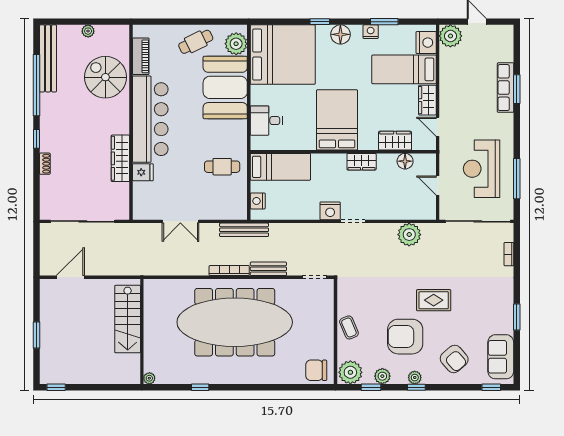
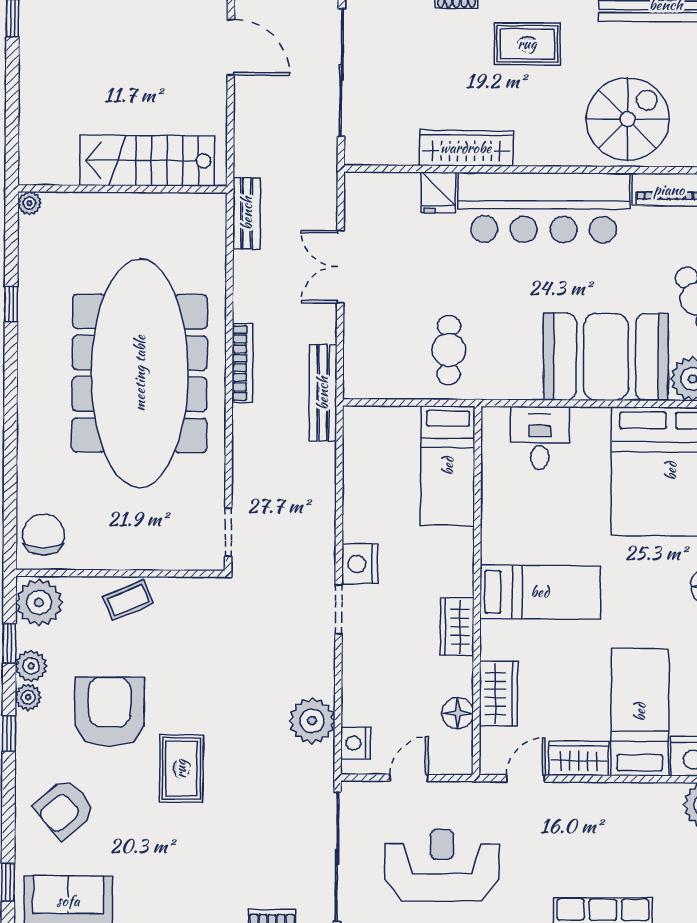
bed: (337, 120) -> (540, 592), width x0.67
rug: (68, 128) -> (527, 44), added
nightstand: (258, 201) -> (356, 743), moved, turned -90
bench: (268, 269) -> (247, 213), moved
plant: (415, 378) -> (28, 697), moved

